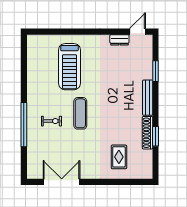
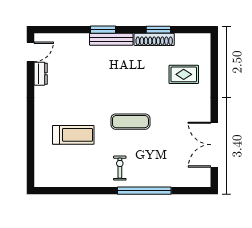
door: (137, 32) -> (31, 52), swing flipped
treadmill: (69, 67) -> (73, 135), width x0.73, depth x0.73
window: (156, 71) -> (103, 30), moved
exercise bike: (52, 121) -> (120, 168), moved

